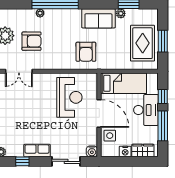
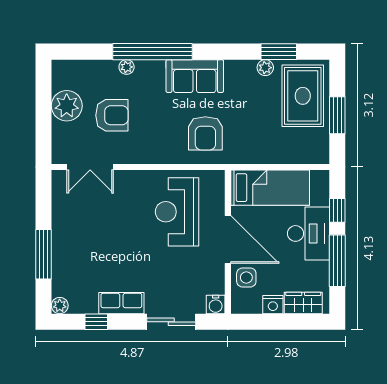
sofa: (98, 18) -> (195, 76), moved
rug: (143, 43) -> (303, 96), moved
reception desk: (69, 97) -> (177, 212), turned 180

